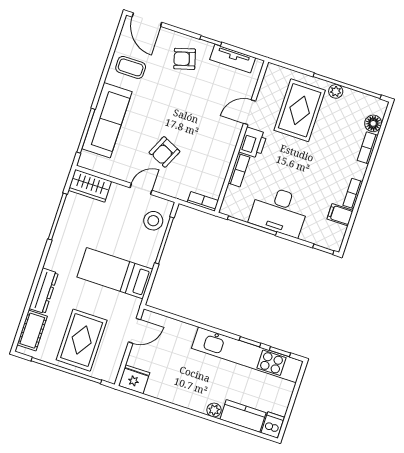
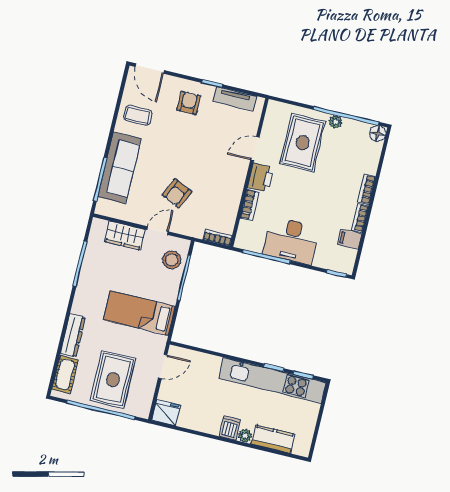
armchair: (185, 59) -> (189, 103), turned 106
floor lamp: (373, 123) -> (378, 133), moved
bookcase: (368, 148) -> (367, 189), moved
wardrobe: (90, 186) -> (125, 236), moved
dishwasher: (273, 425) -> (230, 428), moved

